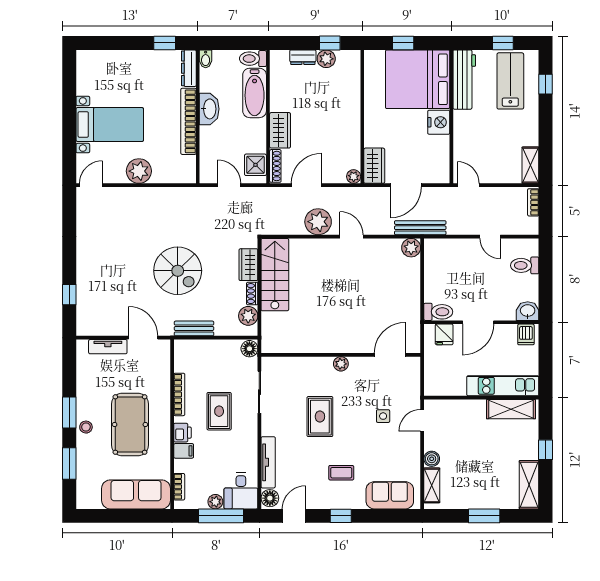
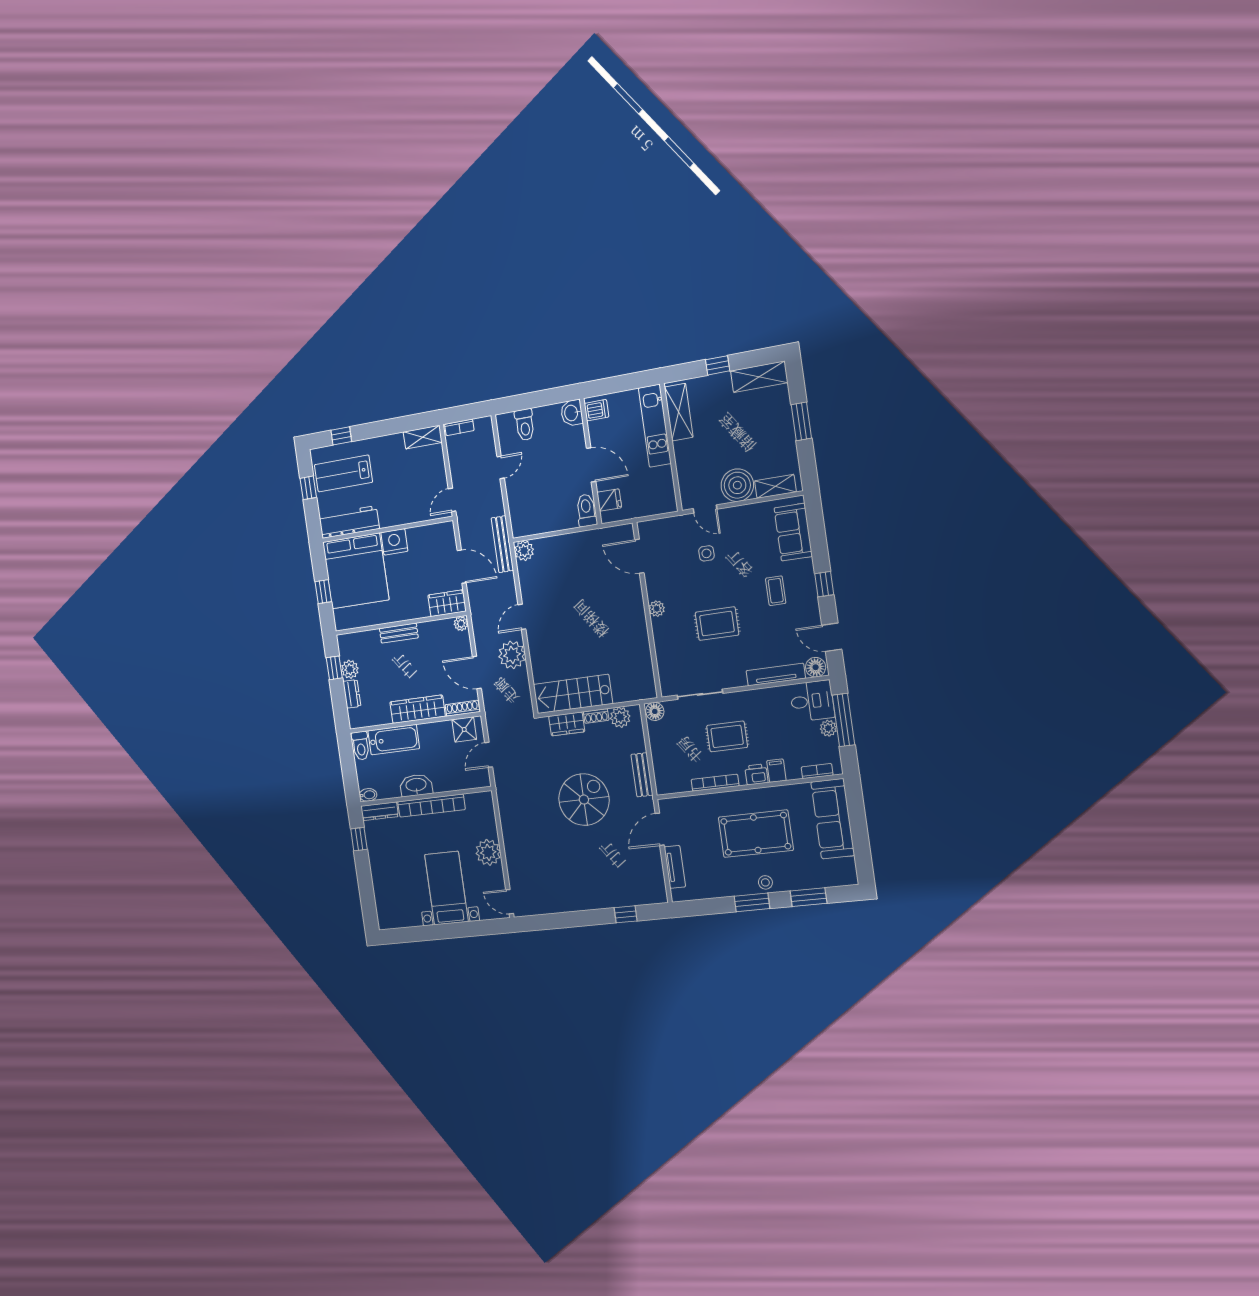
bench: (353, 114) -> (399, 633), added
wardrobe: (280, 130) -> (418, 709), width x1.50
boiler: (432, 459) -> (737, 485), width x1.86, depth x1.86

